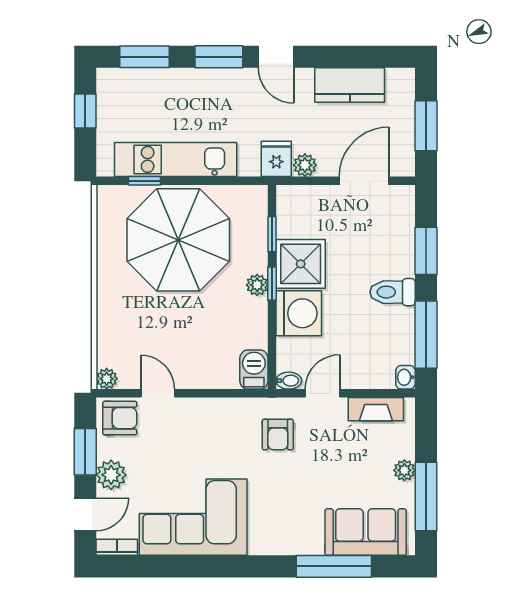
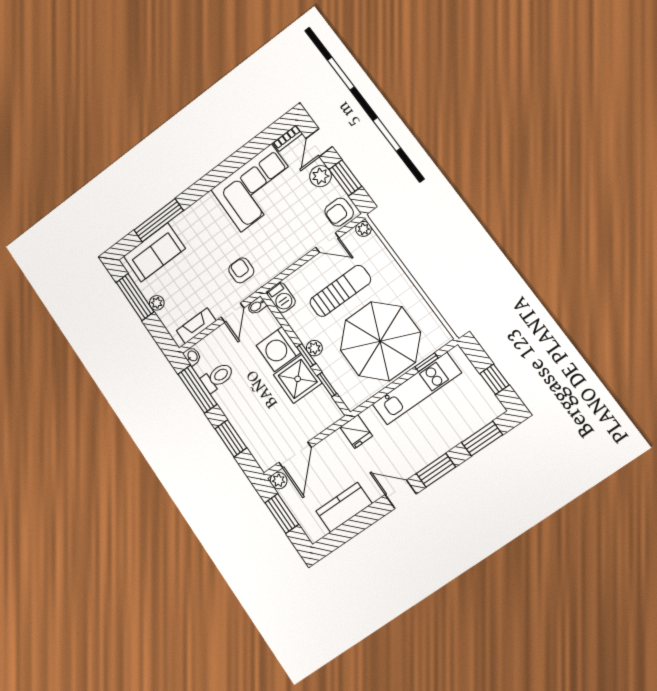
plant: (305, 165) -> (279, 480), moved
toilet: (393, 292) -> (217, 377), moved
sun lounger: (182, 328) -> (340, 291), added

